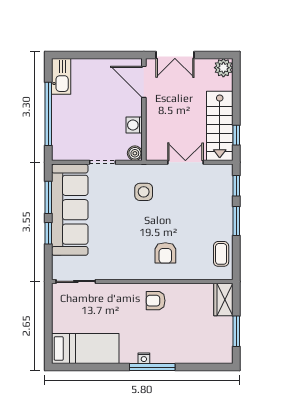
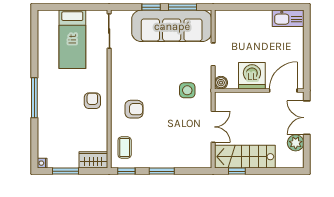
plant: (223, 68) -> (296, 143), moved
window: (48, 114) -> (255, 7), removed
washing machine: (134, 125) -> (252, 76), width x1.89, depth x1.89
window: (236, 186) -> (126, 171), moved
armchair: (165, 253) -> (134, 109), turned 180
coffee table: (221, 254) -> (125, 147), moved, turned 90
bed: (85, 349) -> (72, 39), moved
nightstand: (144, 358) -> (42, 163), moved

